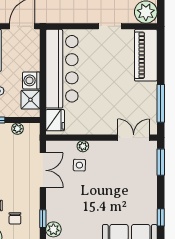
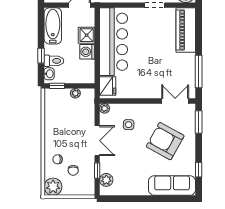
shower: (30, 100) -> (87, 35), moved
plant: (83, 146) -> (105, 108), moved
double door: (43, 170) -> (97, 141), moved
armchair: (122, 184) -> (165, 141), added

